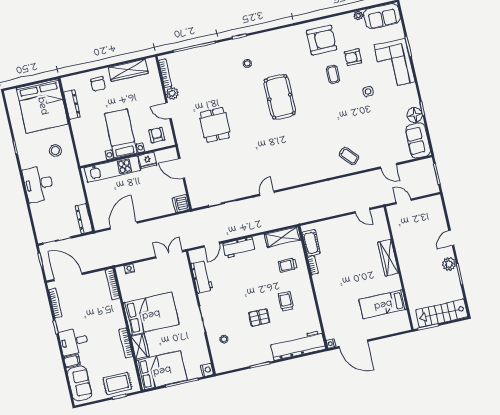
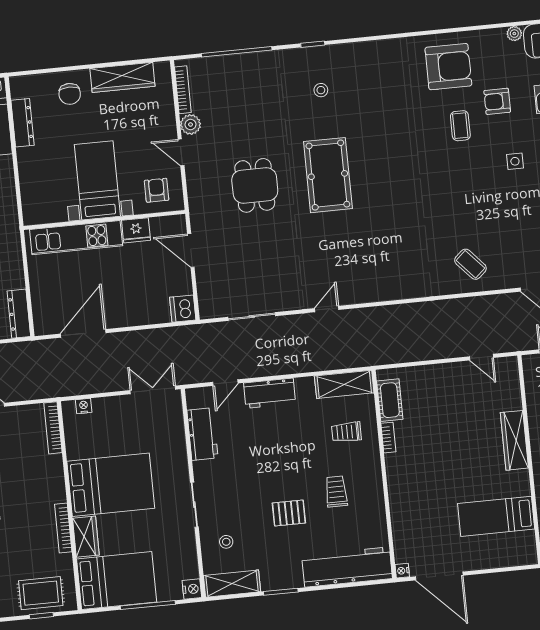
pool table: (280, 97) -> (328, 175), moved
shelving: (230, 364) -> (232, 584), added

